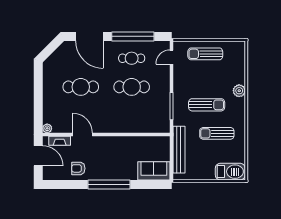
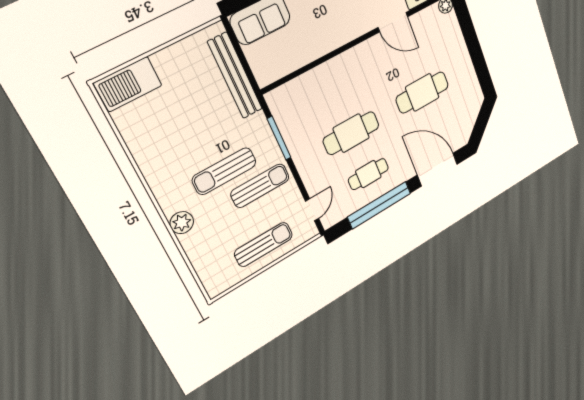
sun lounger: (217, 133) -> (260, 186), moved

